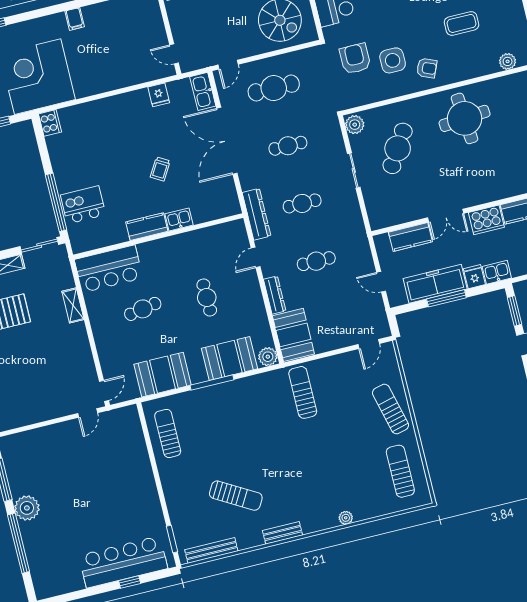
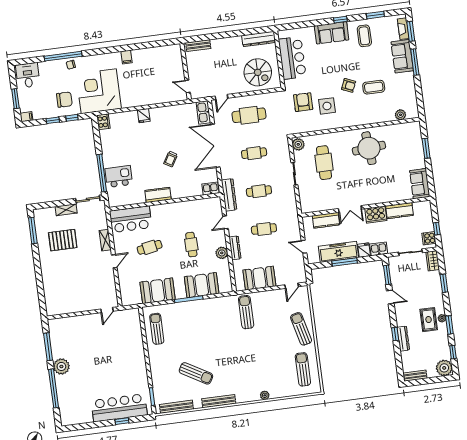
armchair: (427, 68) -> (349, 85), moved
fridge: (159, 95) -> (144, 116), moved
cafe table: (398, 148) -> (324, 163), turned -32
kitchen sink: (179, 219) -> (210, 189), moved
booth: (293, 335) -> (259, 278), moved, turned 90
plant: (268, 357) -> (222, 253), moved
door: (104, 391) -> (114, 261), moved
bench: (282, 533) -> (219, 401), width x1.36

